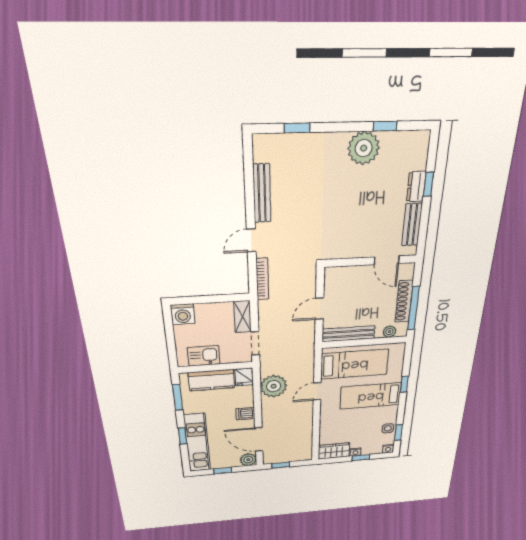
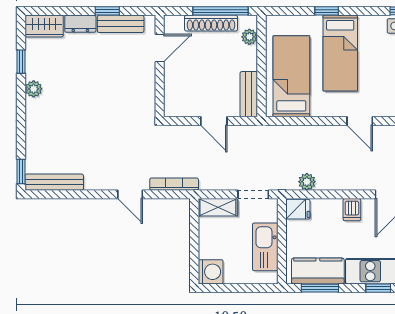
window: (297, 128) -> (21, 171), moved
plant: (364, 148) -> (34, 89), width x0.53, depth x0.53
wardrobe: (418, 150) -> (44, 26), added
window: (428, 184) -> (107, 11), moved
bench: (262, 193) -> (54, 182), moved
bench: (348, 334) -> (249, 94), width x0.73
kitchen sink: (204, 356) -> (265, 247), width x1.38
kitchen counter: (212, 380) -> (318, 271), moved, turned -90
plant: (274, 386) -> (307, 182), width x0.53, depth x0.53
door: (317, 391) -> (360, 121), moved

